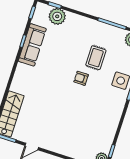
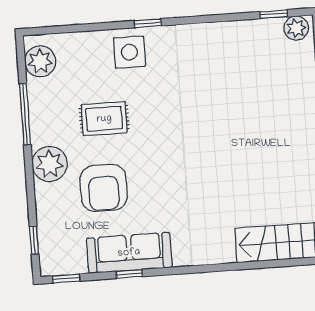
plant: (57, 16) -> (50, 164), moved
armchair: (81, 78) -> (104, 188), moved, width x1.88, depth x1.88

